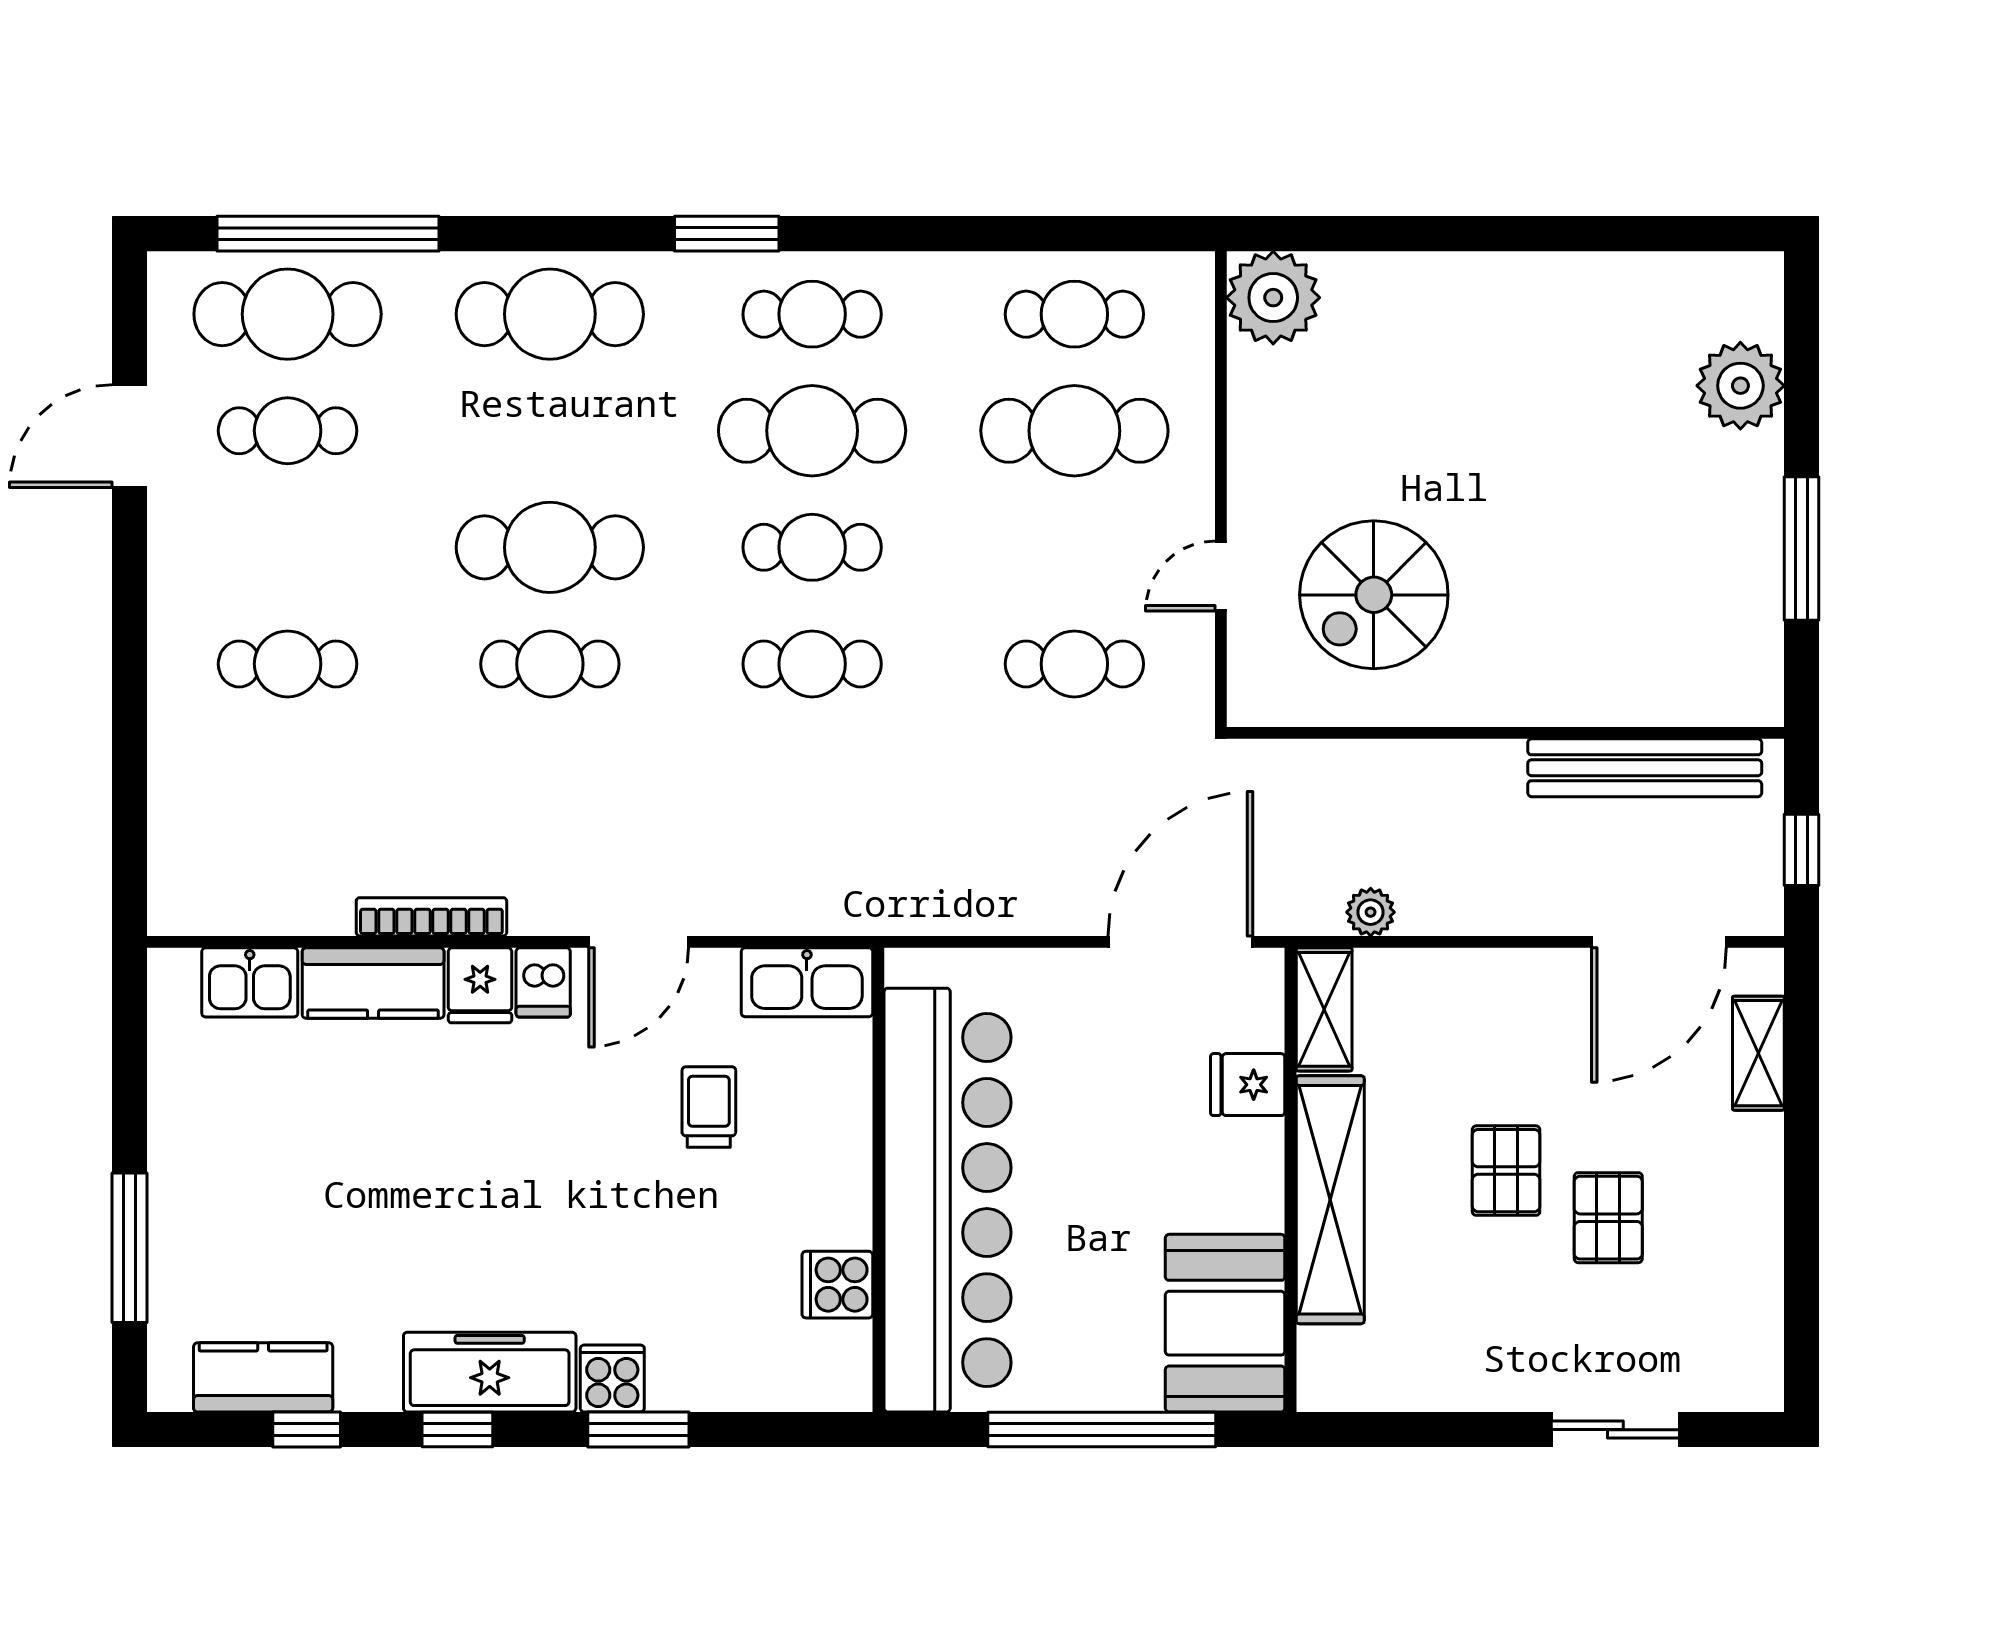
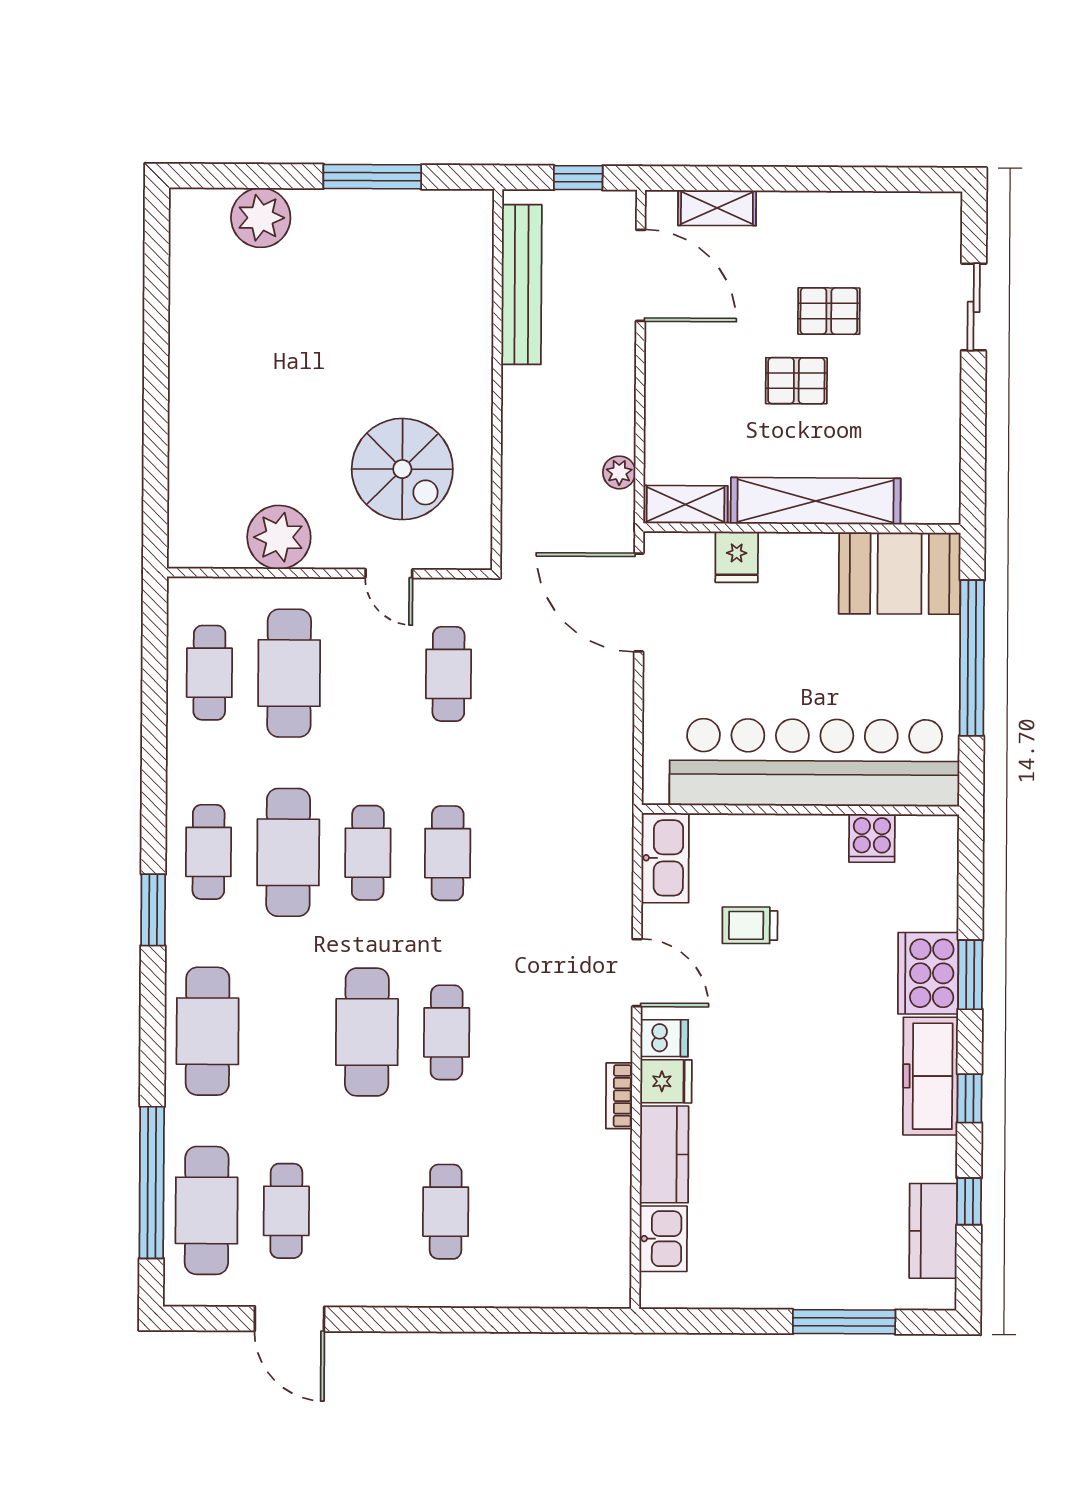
plant: (1273, 298) -> (279, 537), moved
bookcase: (431, 917) -> (619, 1096), width x0.64
cooker: (612, 1378) -> (928, 973), width x1.87, depth x1.31

